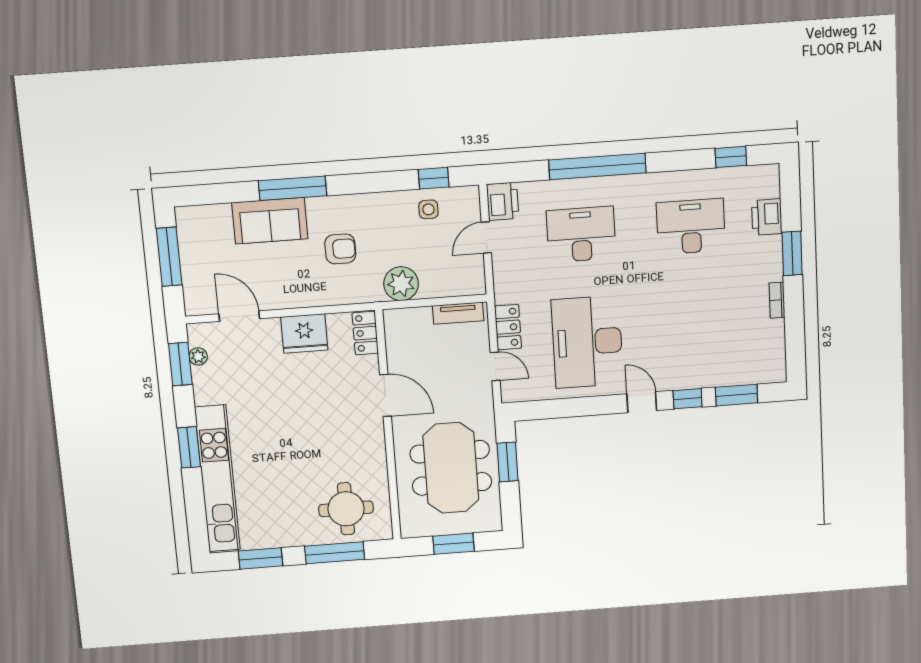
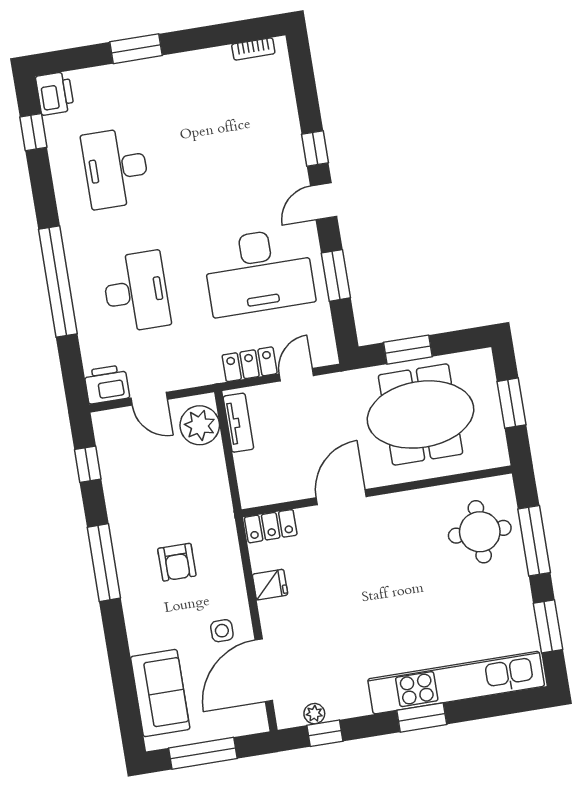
window: (292, 188) -> (104, 563), moved
side table: (428, 209) -> (222, 631), moved
printer: (767, 217) -> (55, 93), moved, turned -90
sofa: (270, 221) -> (160, 693), moved
desk: (581, 234) -> (136, 292), turned 180
armchair: (340, 249) -> (177, 562), turned 180
plant: (401, 284) -> (200, 425), moved
bookcase: (777, 300) -> (253, 49), moved
door: (239, 316) -> (264, 670), width x1.36
fridge: (304, 333) -> (270, 585), width x0.53, depth x0.75
window: (180, 364) -> (325, 733), width x0.67
window: (737, 395) -> (336, 275), moved

